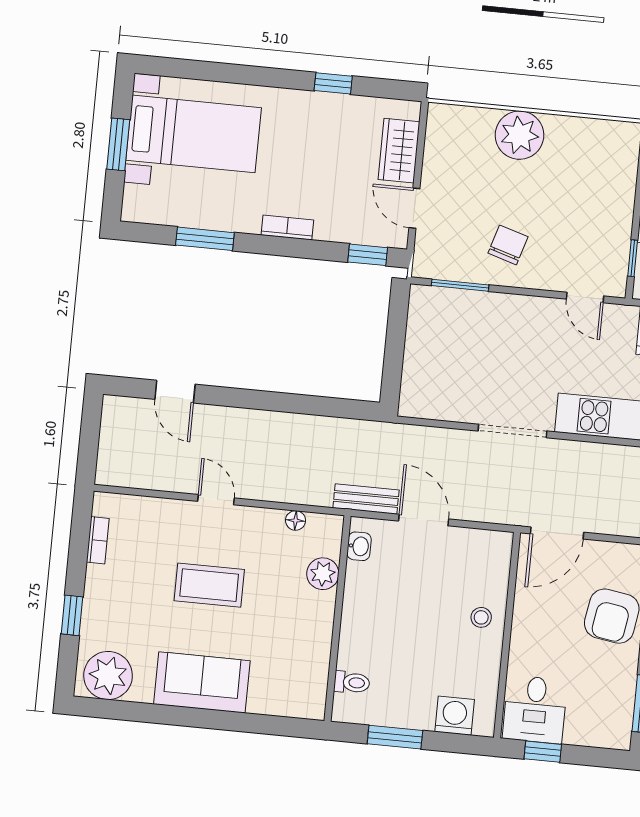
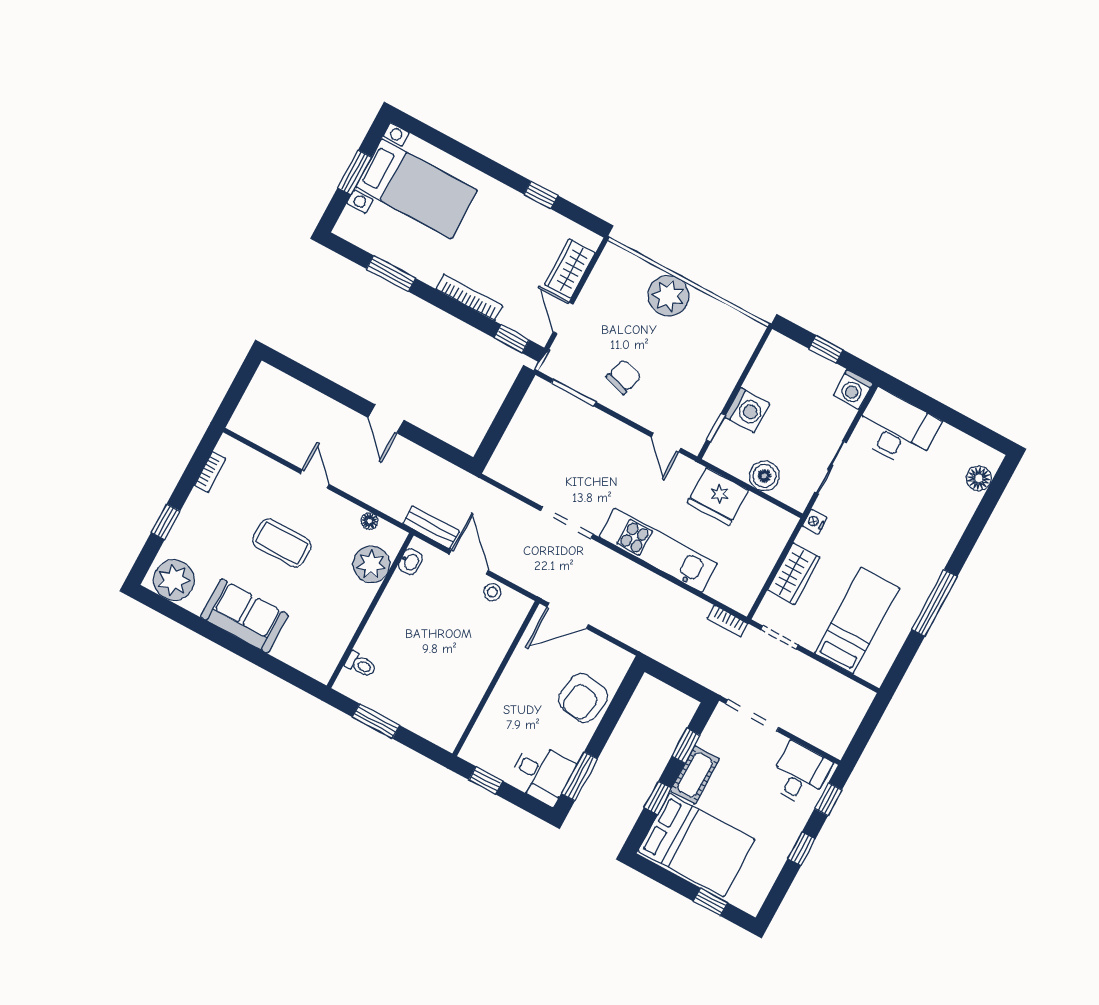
bookcase: (287, 228) -> (469, 297), width x1.56
door: (175, 392) -> (386, 419), moved
plant: (323, 574) -> (371, 564), width x1.36, depth x1.36
stool: (481, 617) -> (492, 592), moved
desk: (535, 709) -> (542, 773), moved, turned -90
washing machine: (455, 716) -> (429, 724), removed

